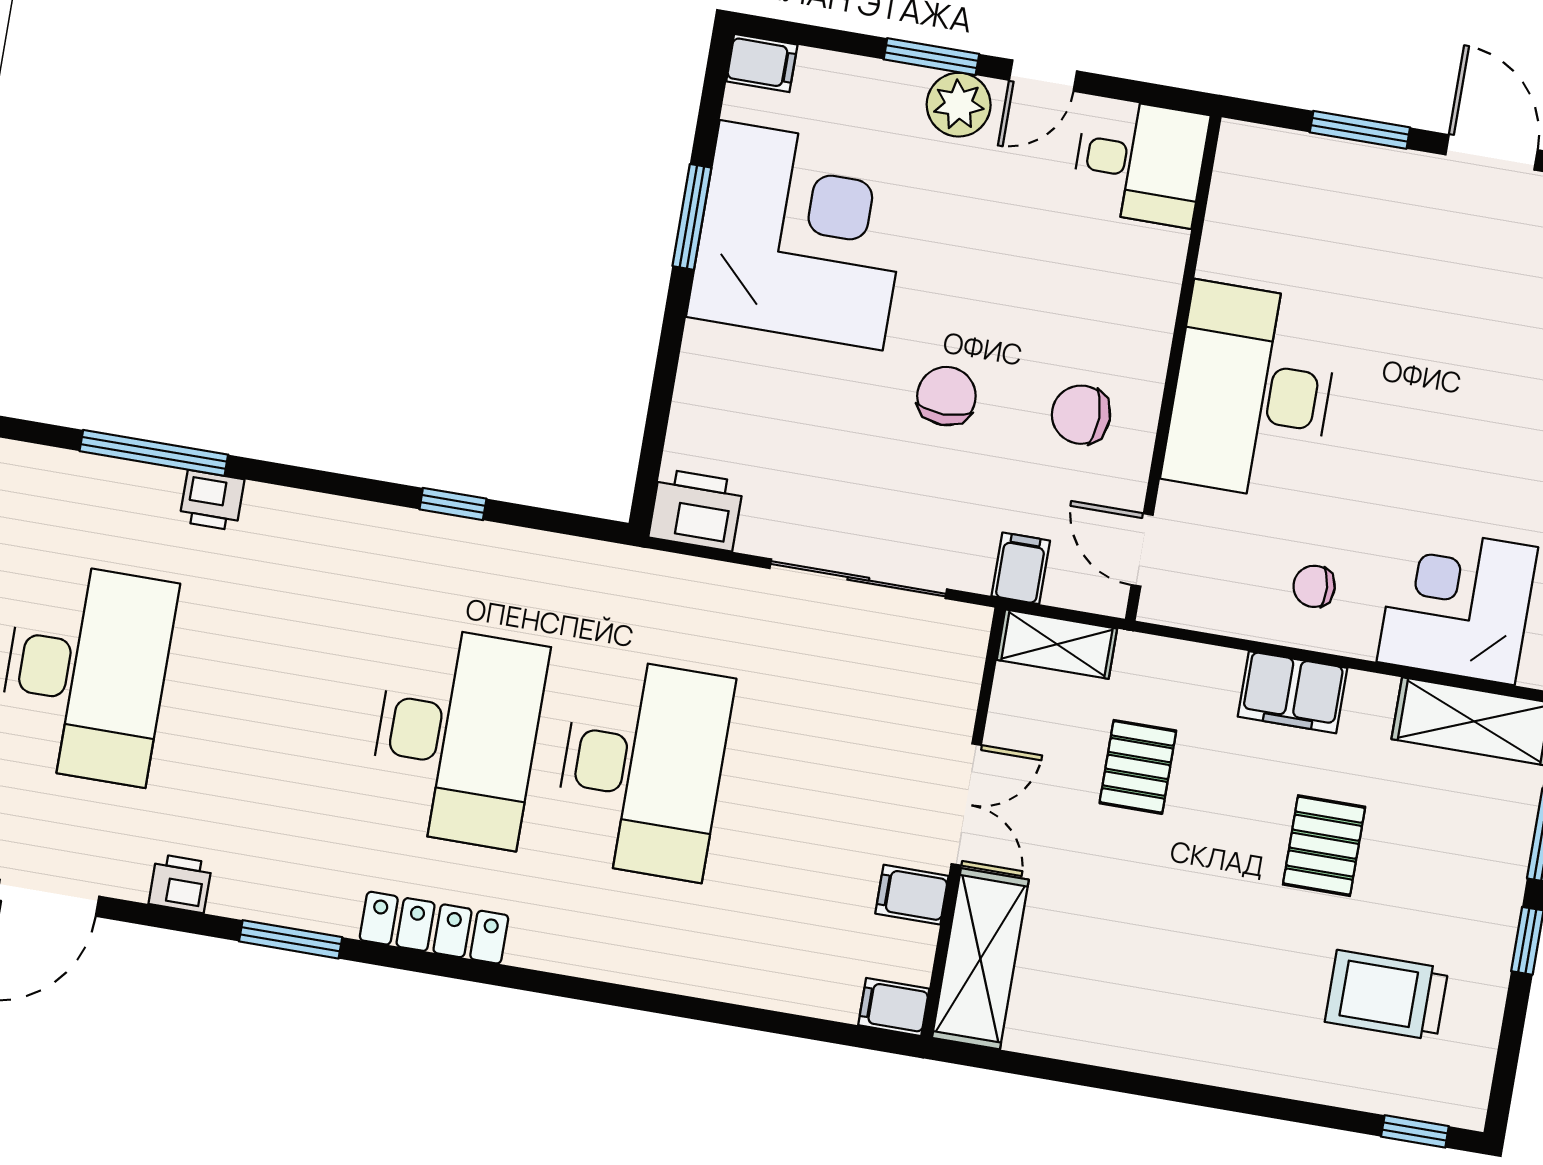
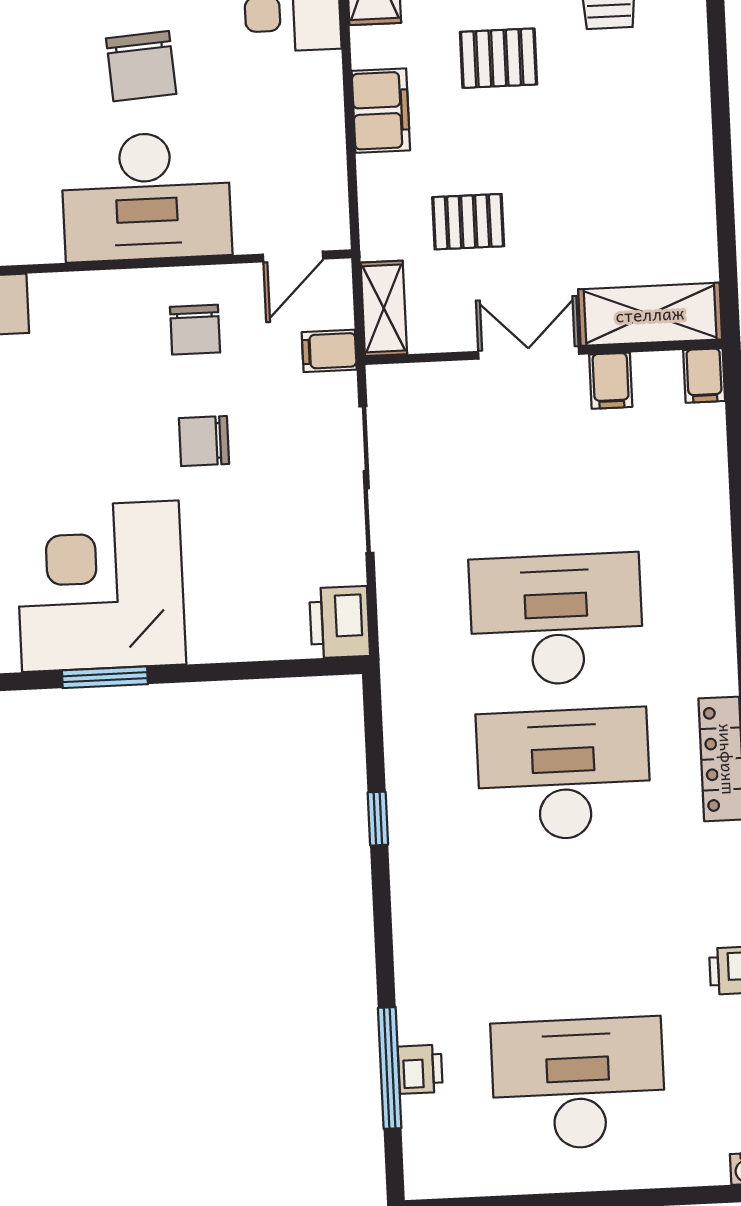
printer: (212, 500) -> (420, 1069), moved
chair: (1314, 586) -> (141, 66), moved, width x1.87, depth x1.87

